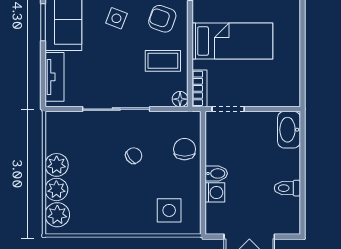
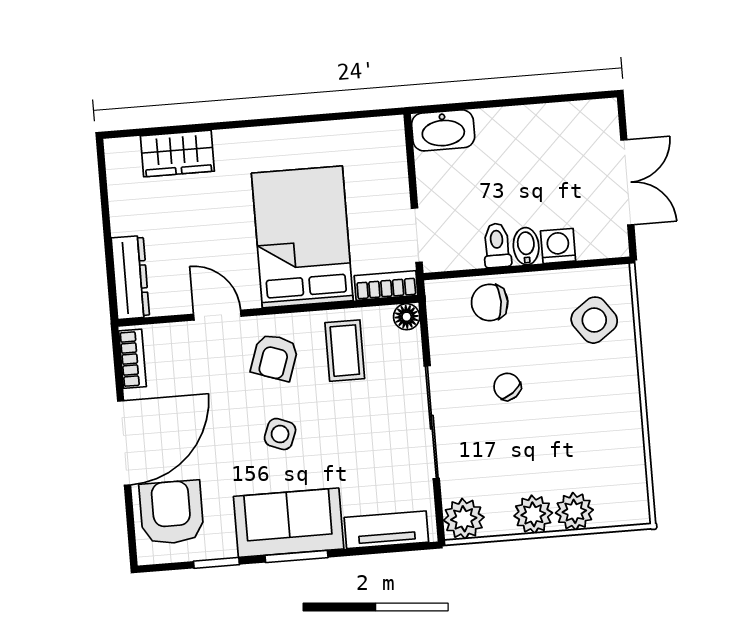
bed: (232, 41) -> (302, 237), width x1.50
toilet: (287, 188) -> (497, 245), moved, turned 180
side table: (169, 210) -> (594, 320), turned -36
plant: (57, 215) -> (464, 519), moved

